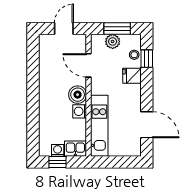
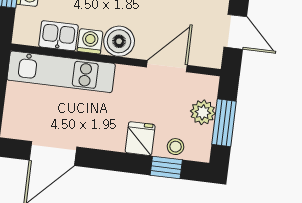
kitchen sink: (75, 149) -> (59, 36), moved, turned -90

